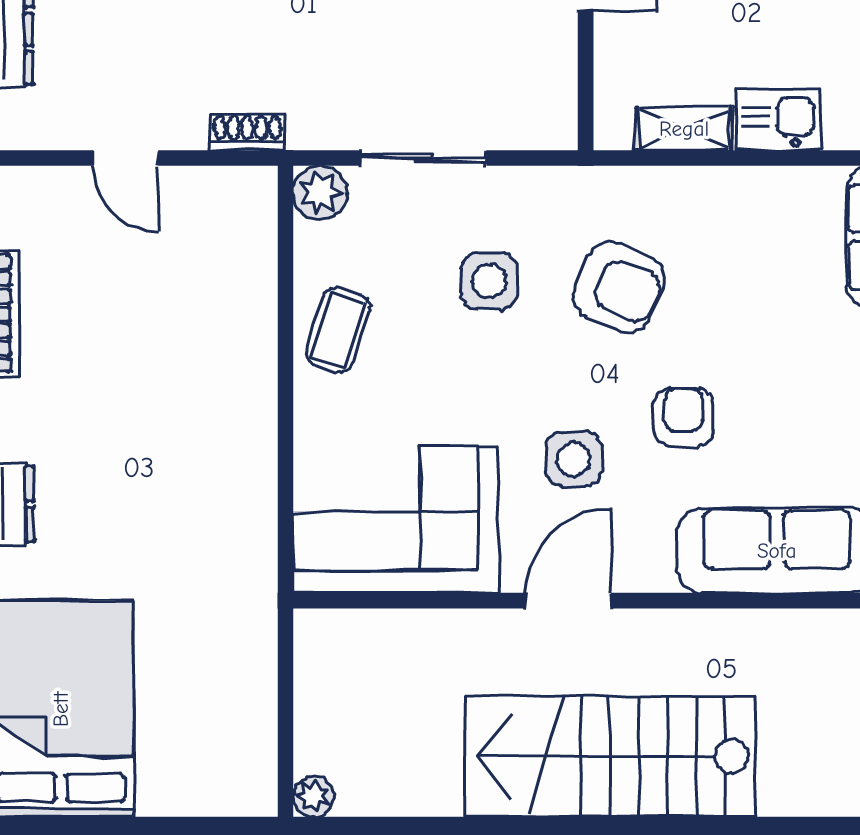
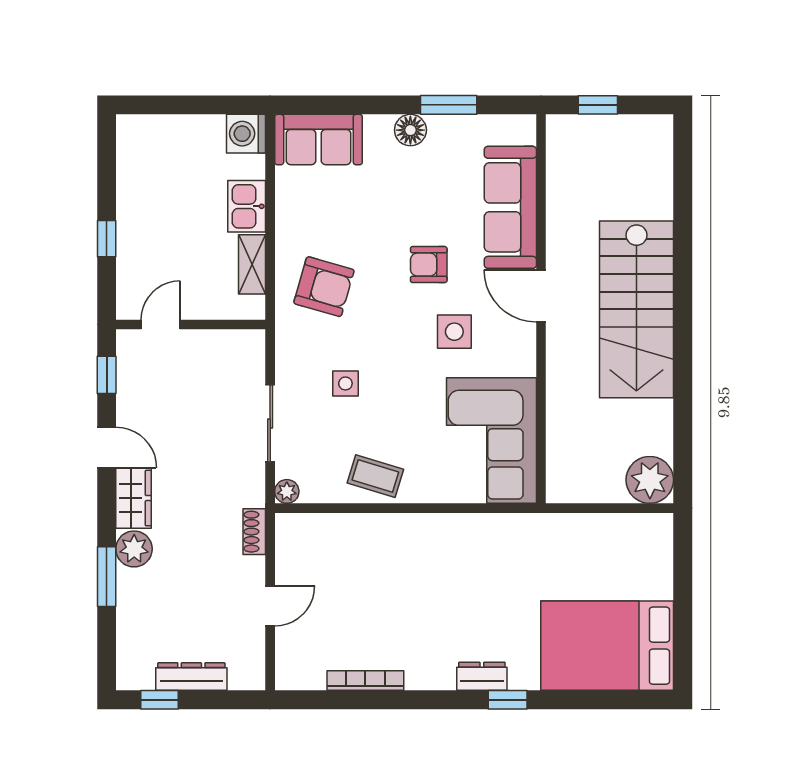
plant: (320, 193) -> (287, 491), width x0.73, depth x0.73
side table: (489, 281) -> (345, 383), width x0.73, depth x0.73
armchair: (619, 287) -> (324, 287), moved, turned 82
door: (568, 601) -> (541, 296), moved
plant: (314, 796) -> (650, 480), width x1.87, depth x1.87

